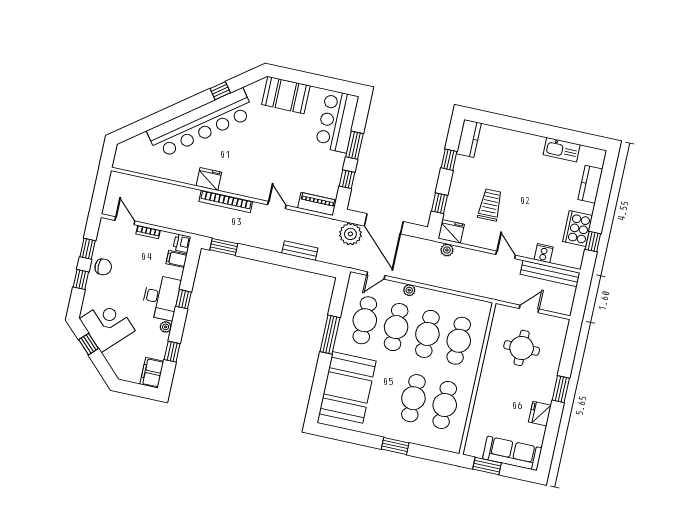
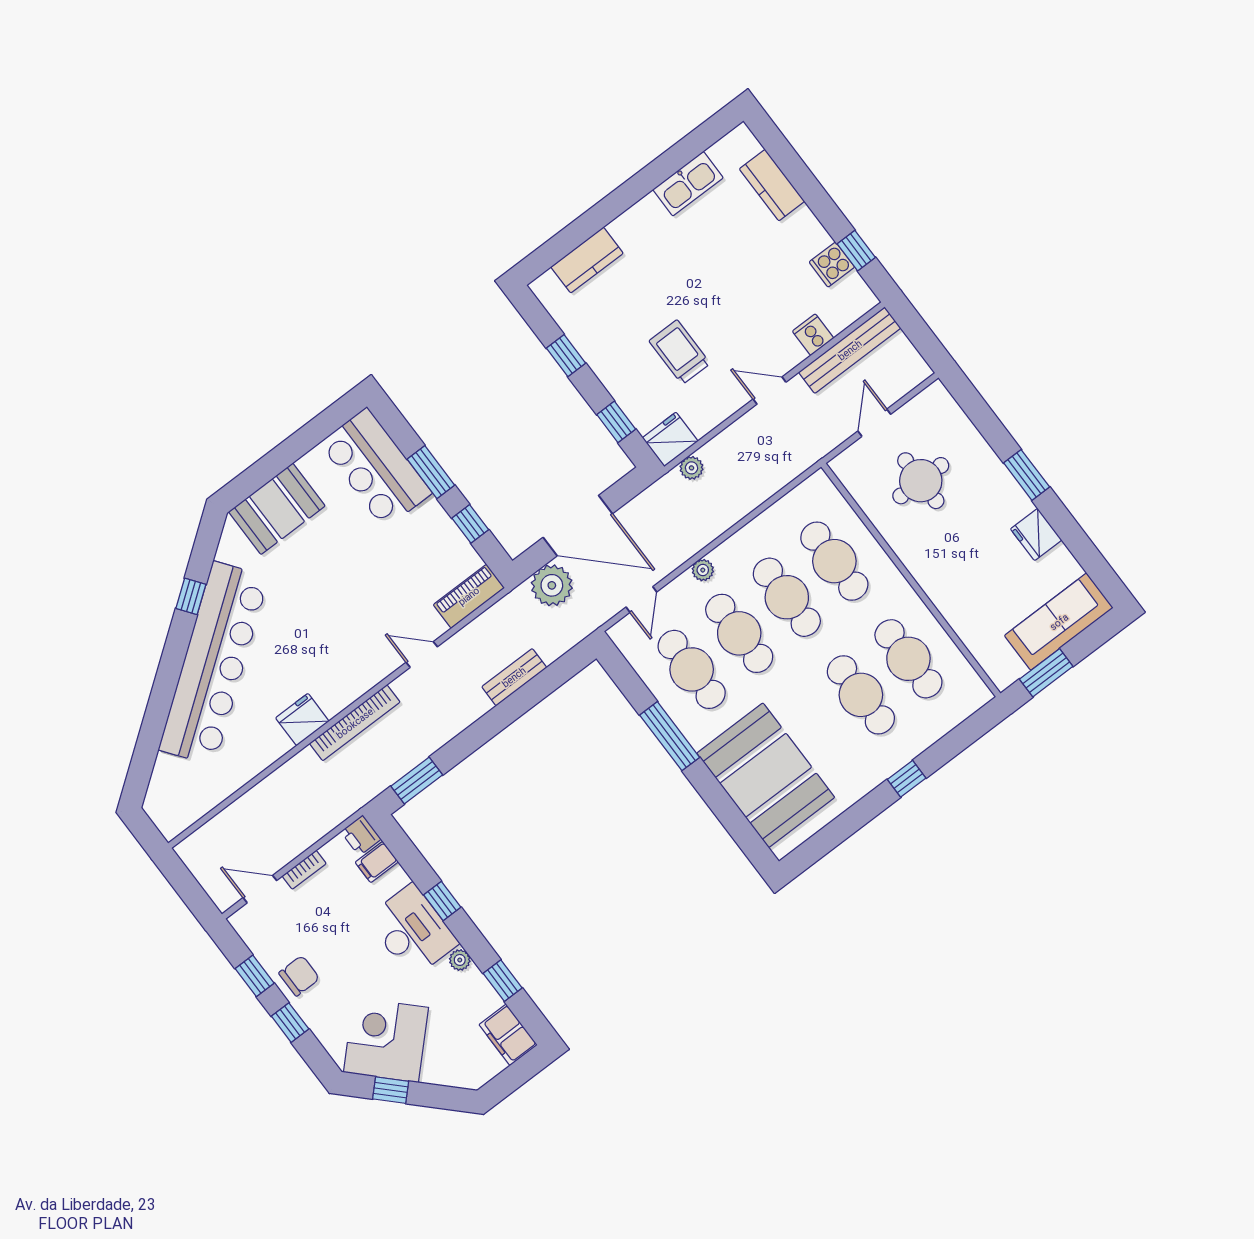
kitchen counter: (469, 138) -> (587, 260), moved, turned 90
cooker: (578, 229) -> (832, 265), width x0.53, depth x0.76
window: (395, 446) -> (907, 779), width x0.67

